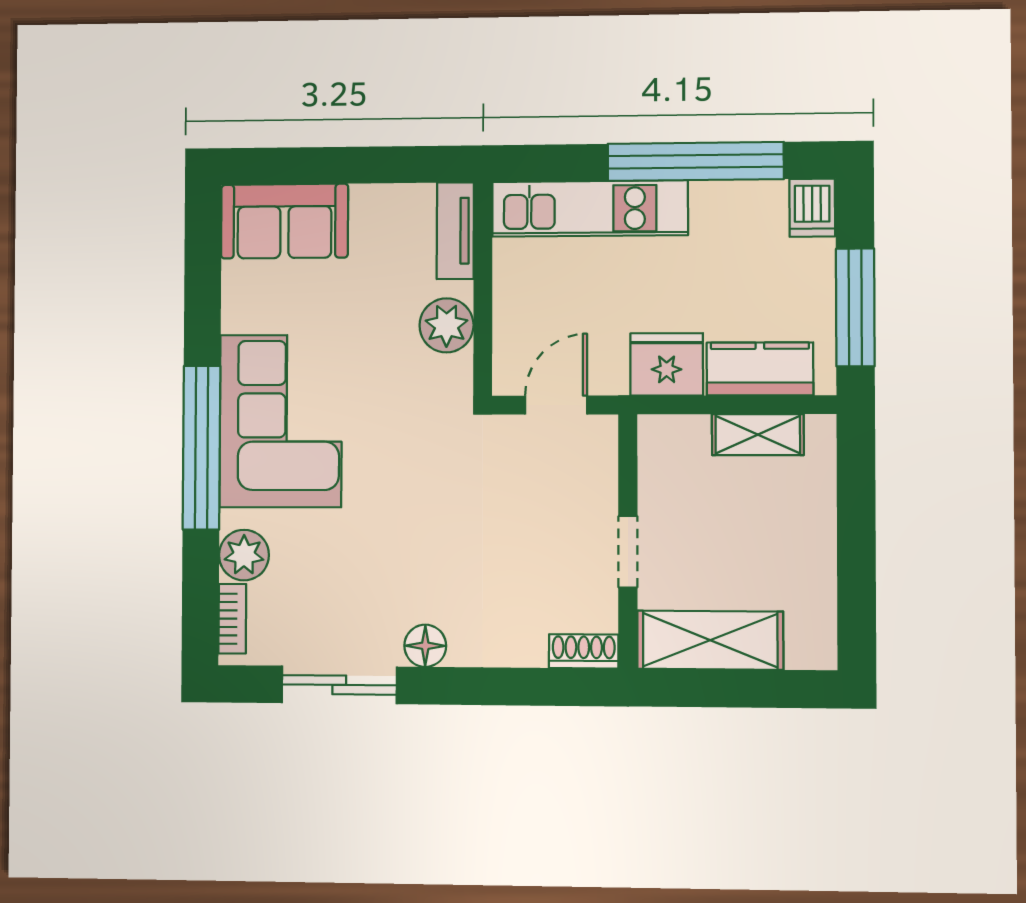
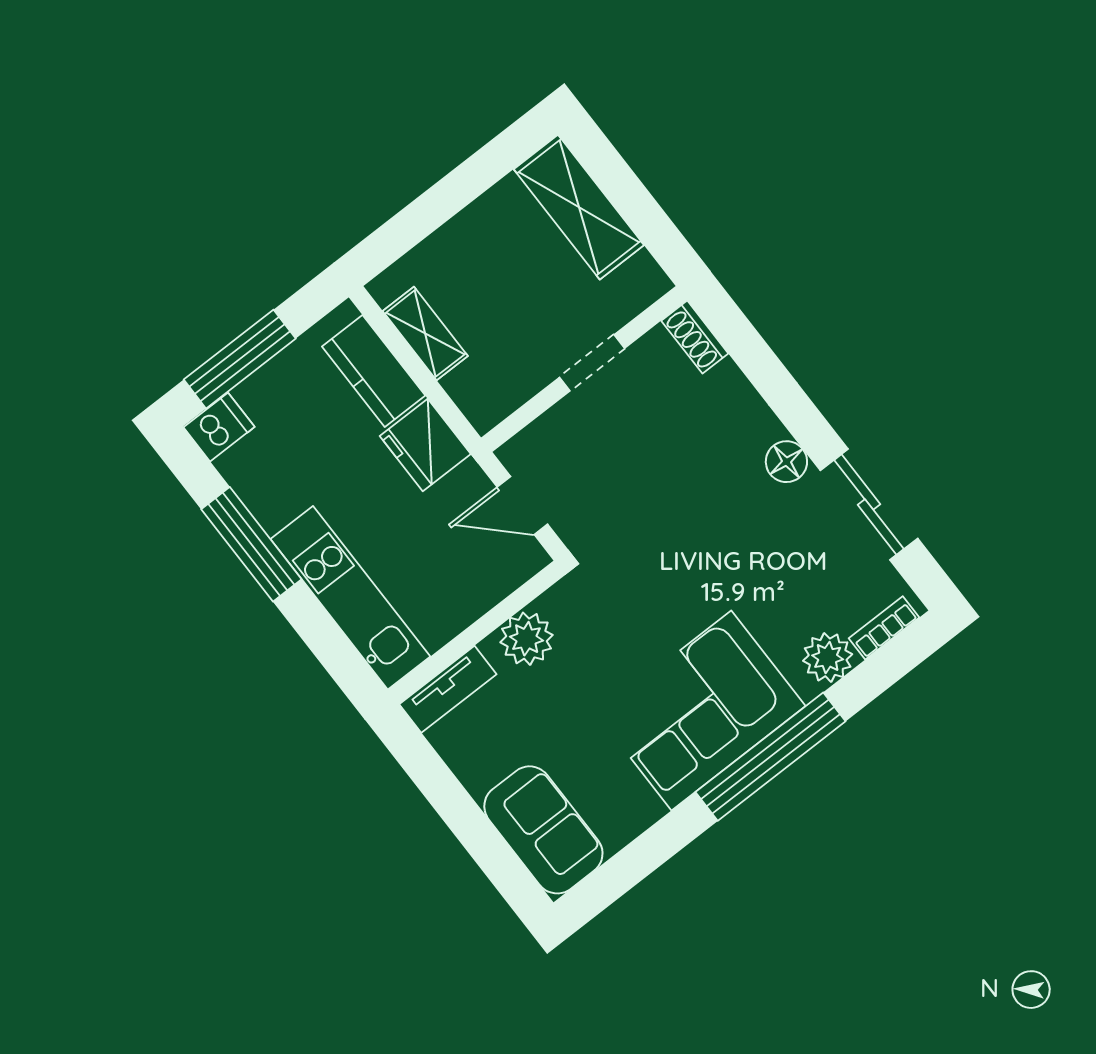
window: (696, 161) -> (251, 544), width x0.68
window: (855, 307) -> (240, 359), moved
shelving: (710, 640) -> (579, 207), moved

